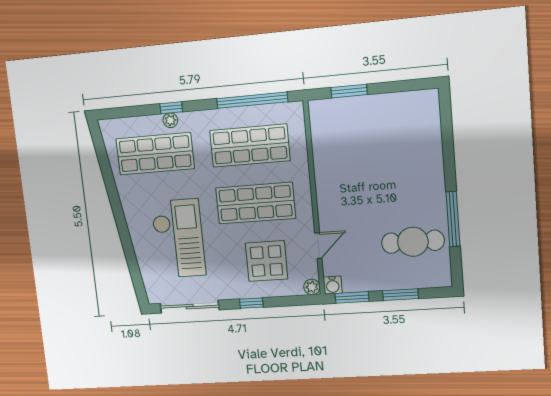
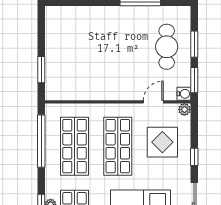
cafe table: (413, 242) -> (167, 47), moved
door: (318, 246) -> (153, 102), hinge flipped

